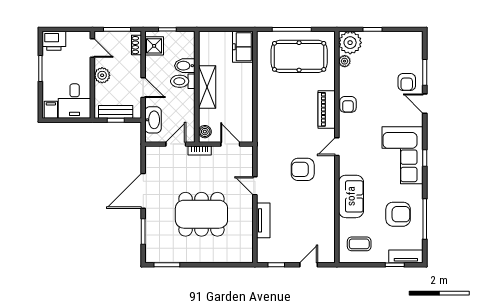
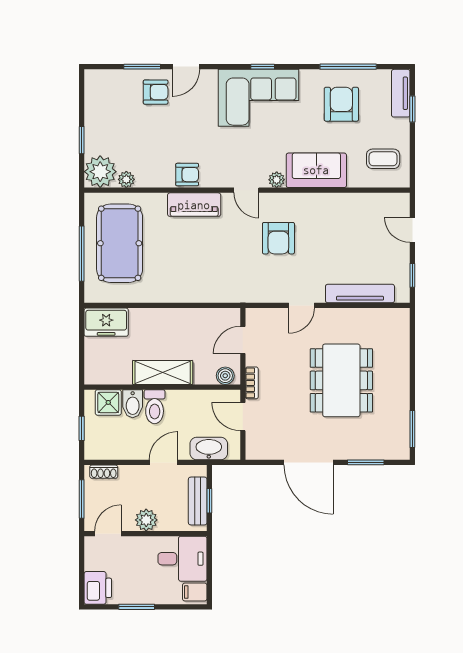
shower: (154, 46) -> (108, 402), moved
plant: (344, 168) -> (277, 180), added
tv unit: (263, 220) -> (360, 294), width x1.41
coffee table: (359, 244) -> (383, 159), turned 90

